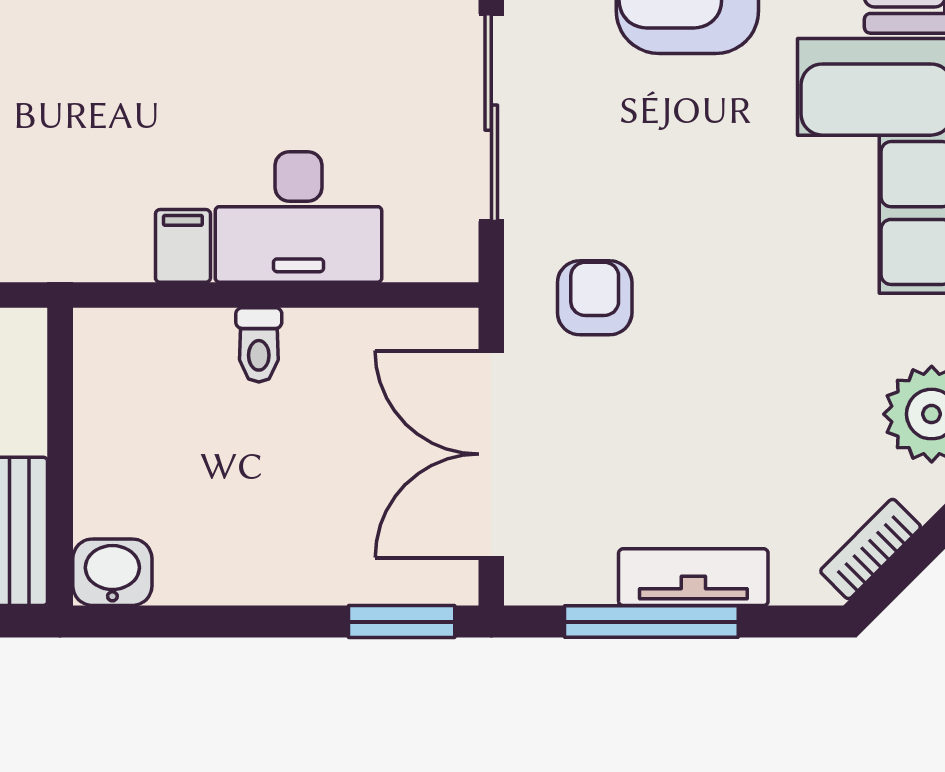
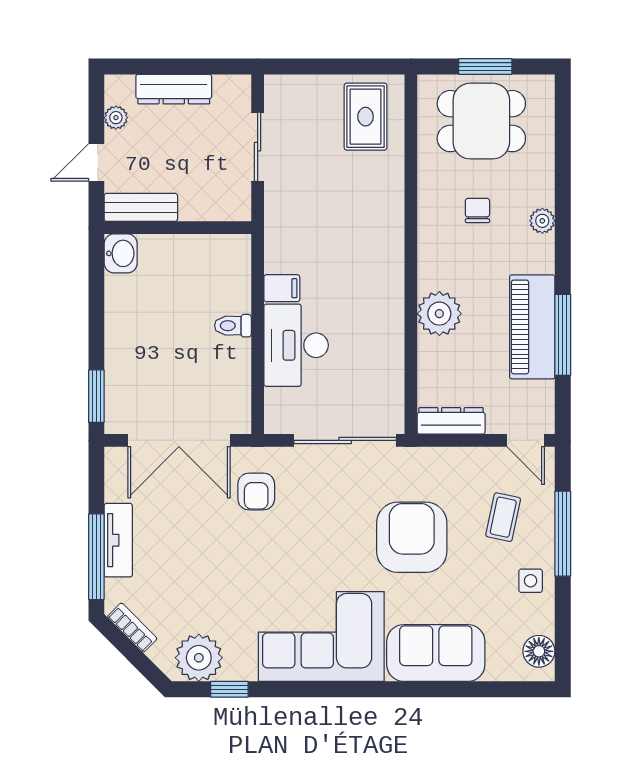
armchair: (595, 298) -> (256, 491), turned 90
double door: (491, 454) -> (179, 440), swing flipped
window: (651, 622) -> (96, 557), moved

